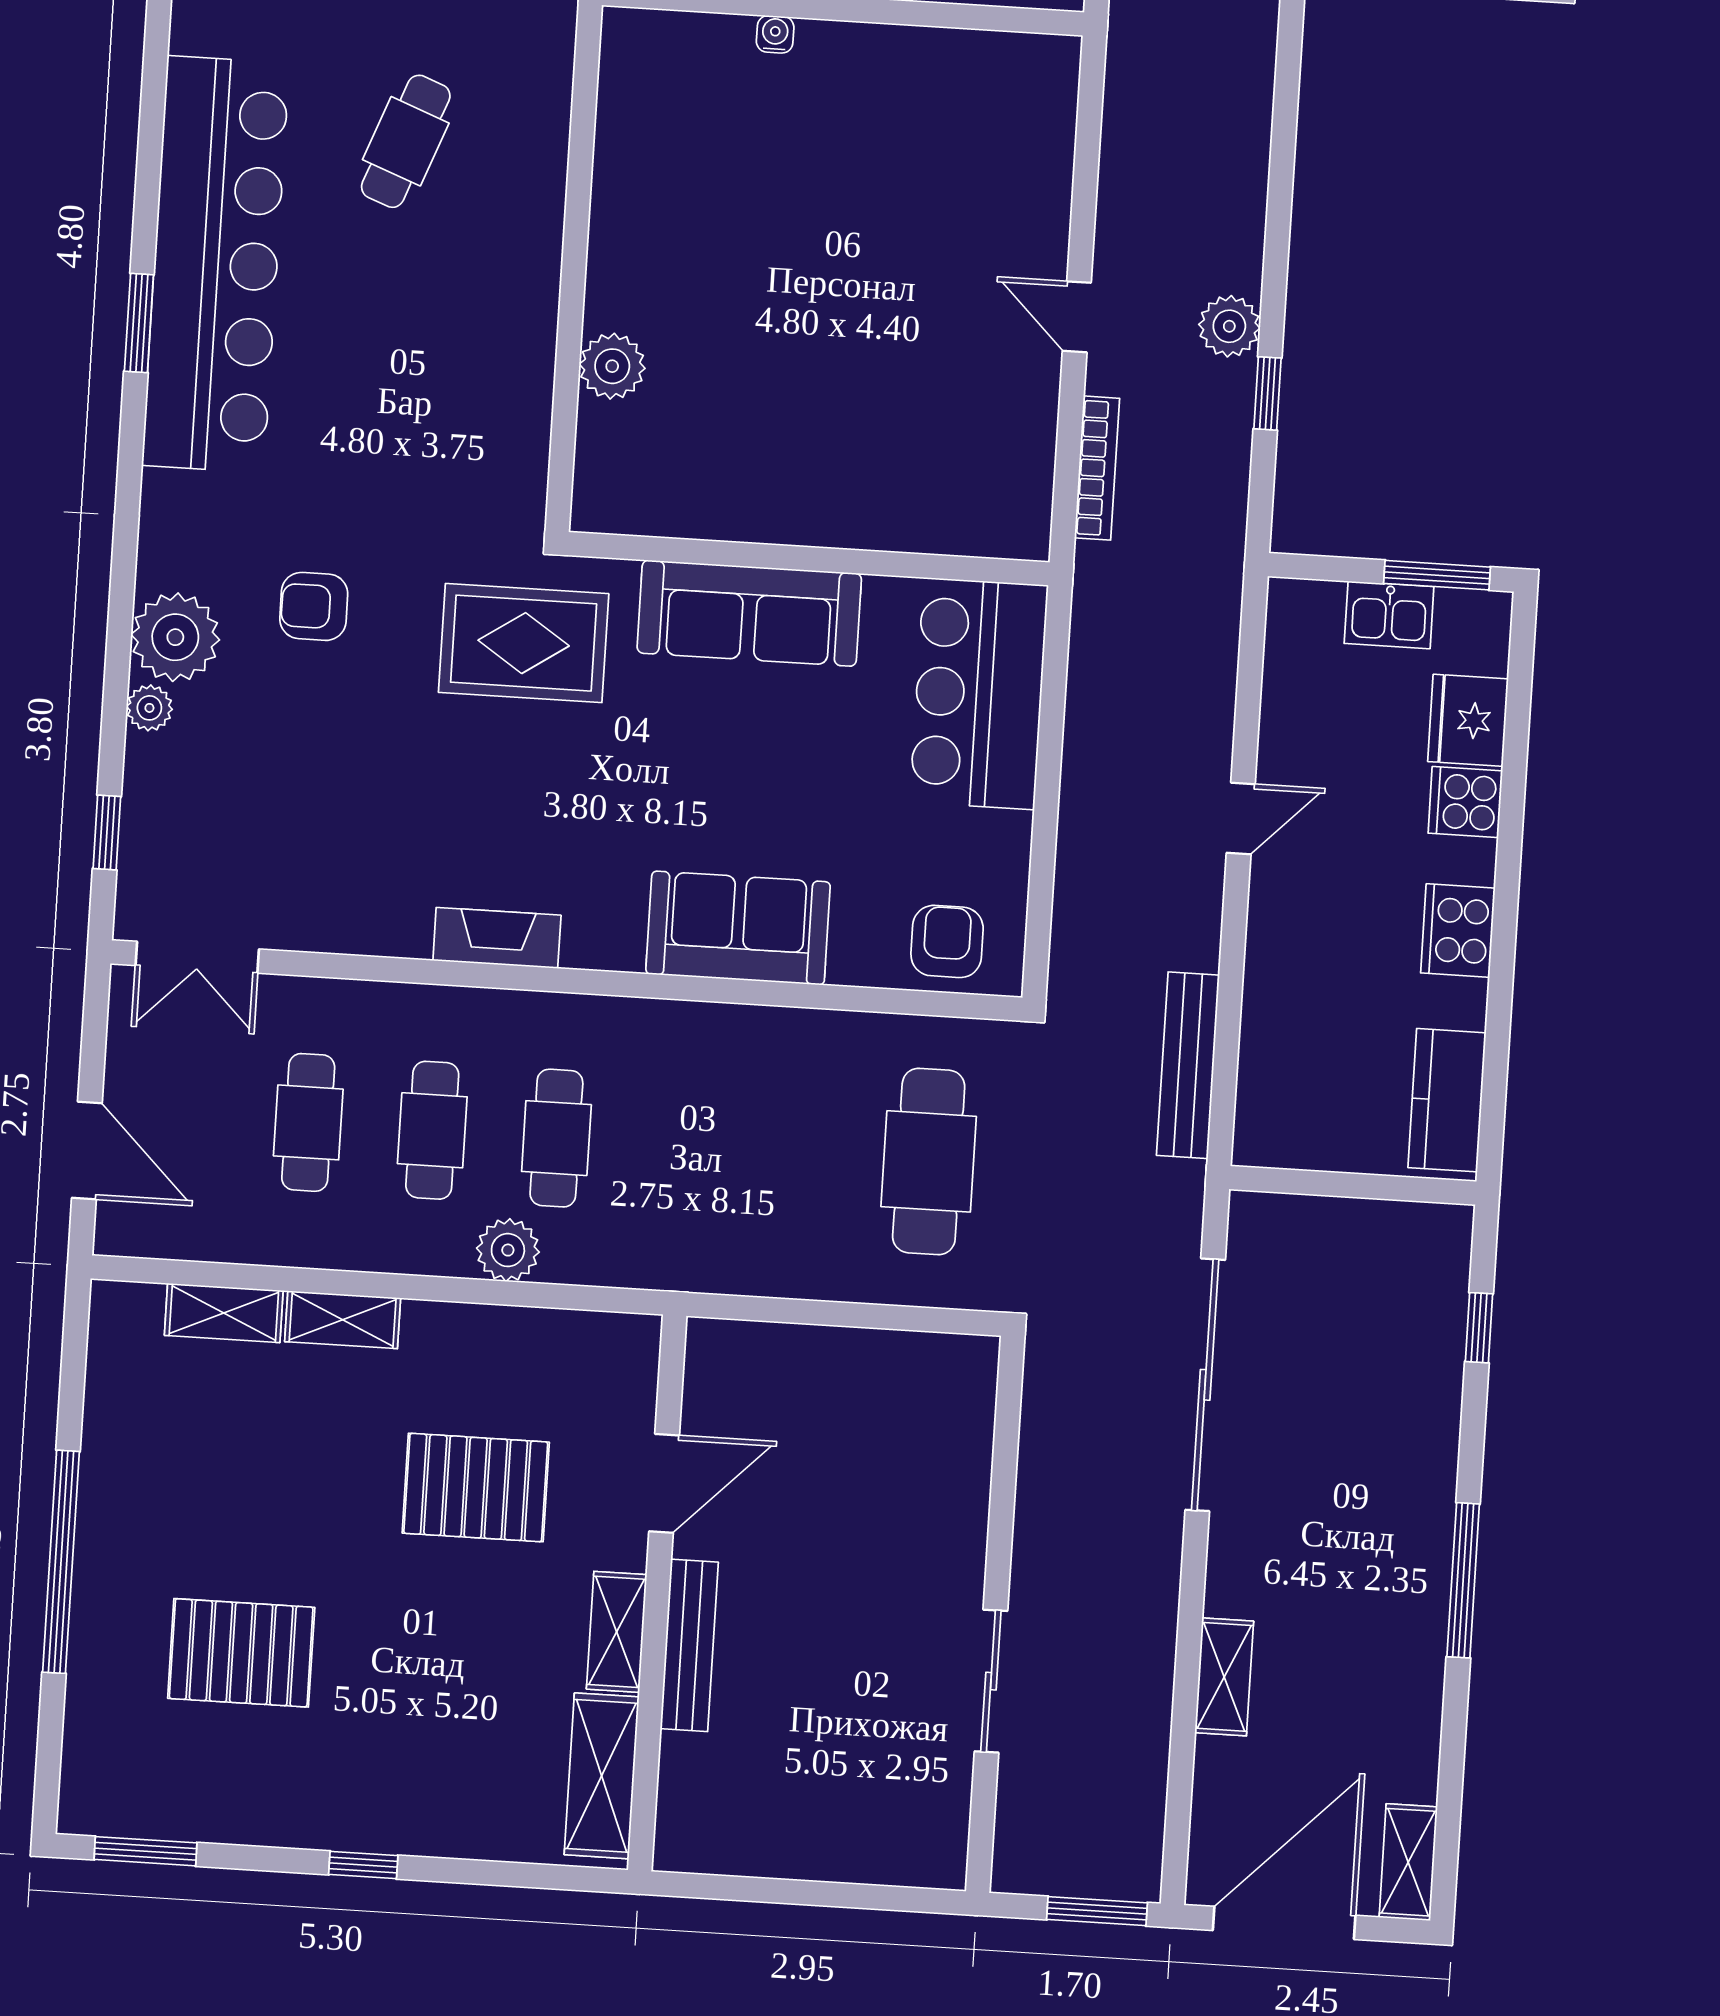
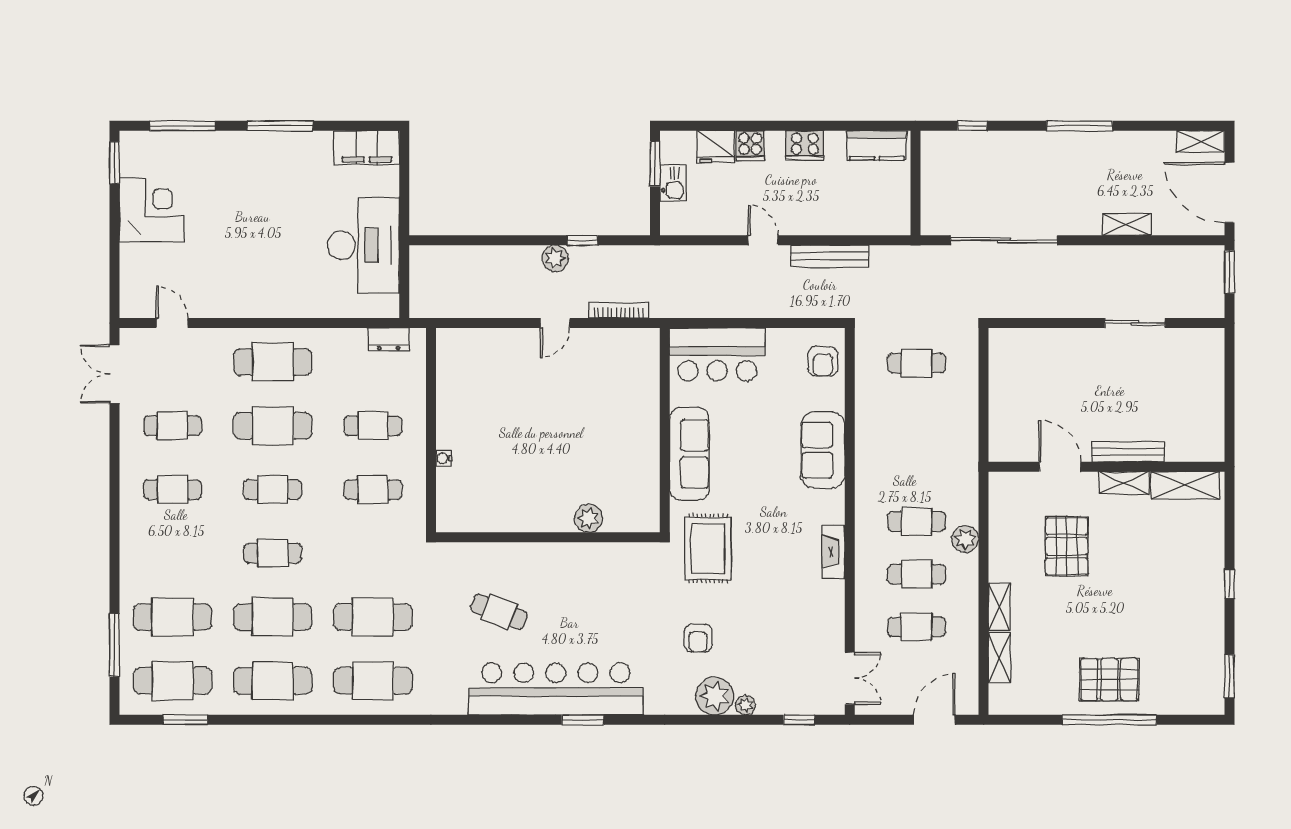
armchair: (947, 941) -> (823, 361), turned -90
bench: (1188, 1065) -> (830, 256), moved
cafe table: (929, 1161) -> (917, 363), width x0.73, depth x0.74
pallet: (241, 1653) -> (1109, 680), moved, turned 90

